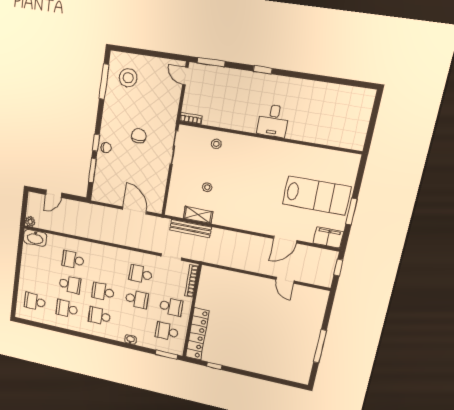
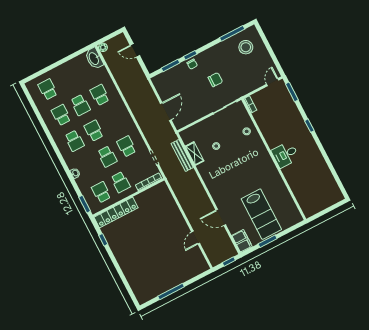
school desk: (100, 316) -> (74, 141), turned 180

